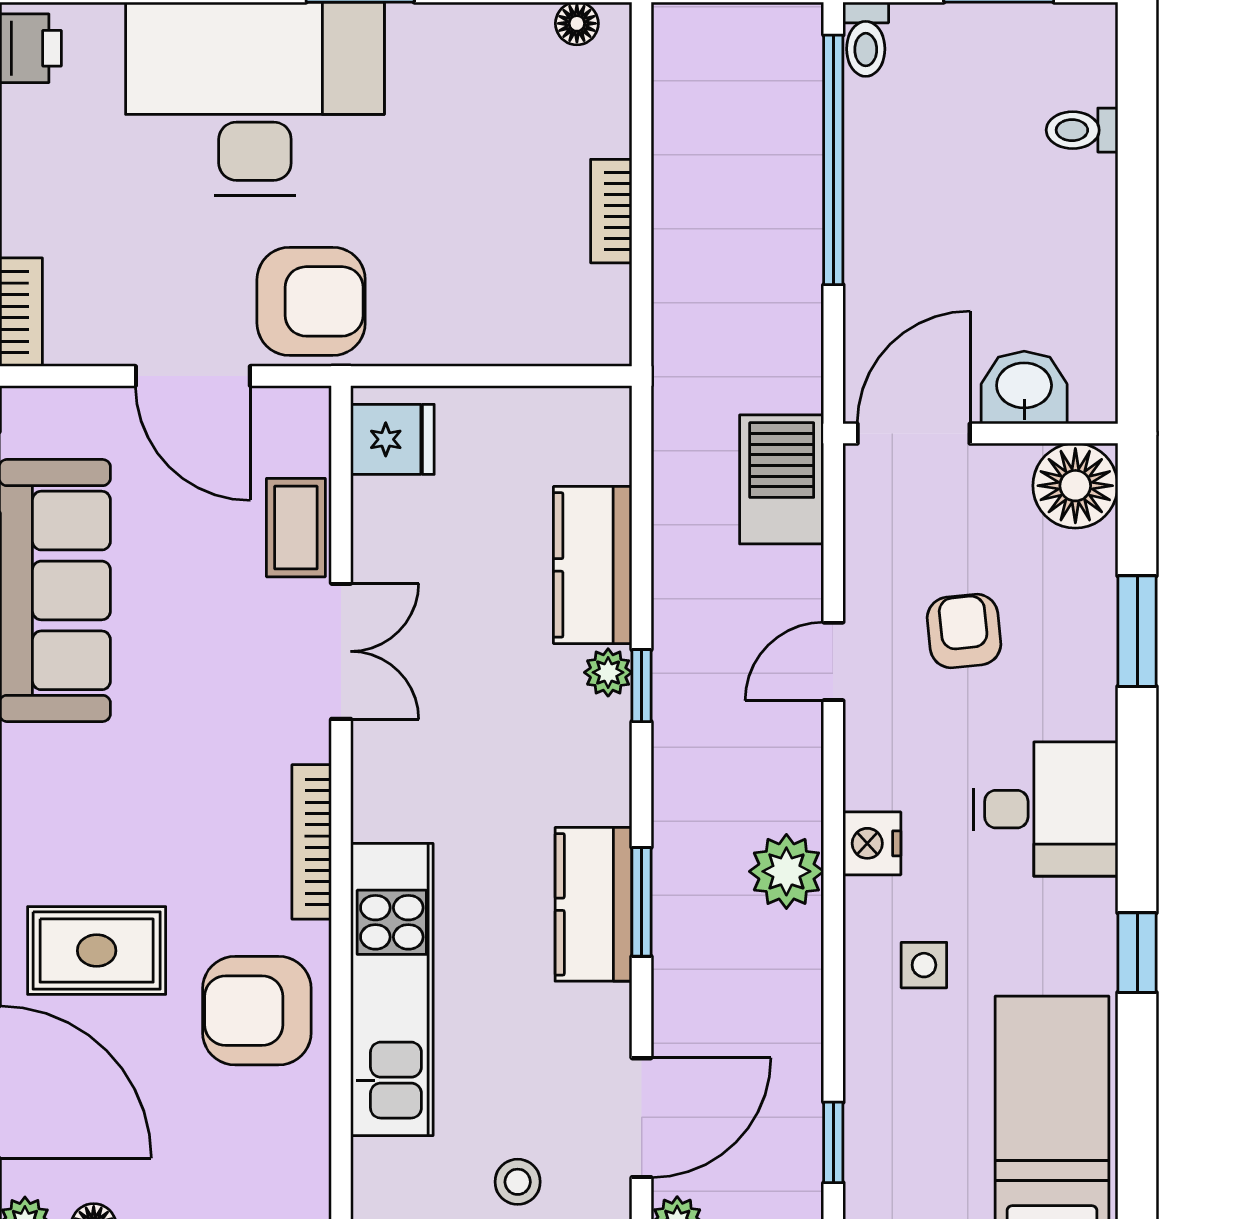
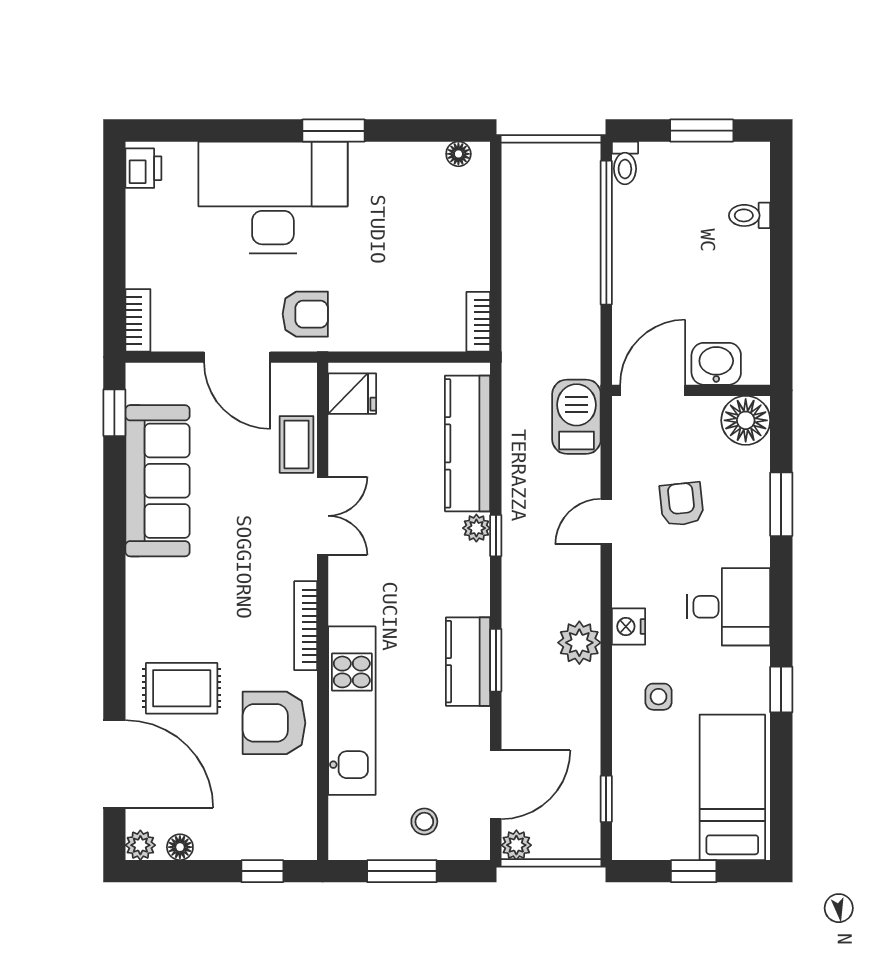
bookcase: (611, 211) -> (478, 322), moved
armchair: (311, 301) -> (305, 314), width x0.72, depth x0.72
kitchen counter: (593, 565) -> (468, 443), width x1.50

